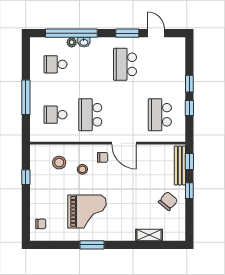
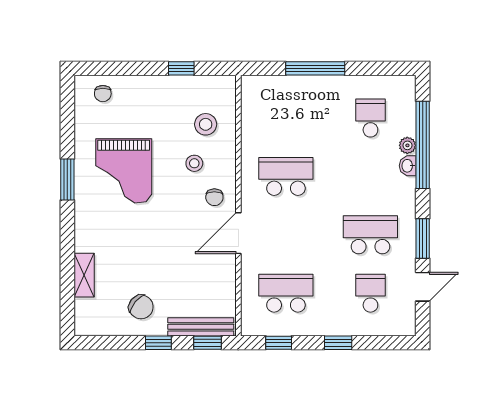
window: (189, 108) -> (279, 343), moved
school desk: (55, 115) -> (370, 293), moved

